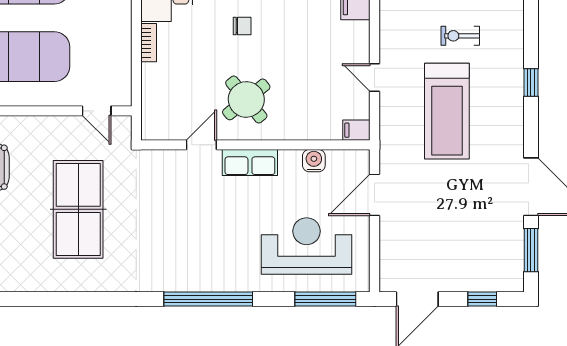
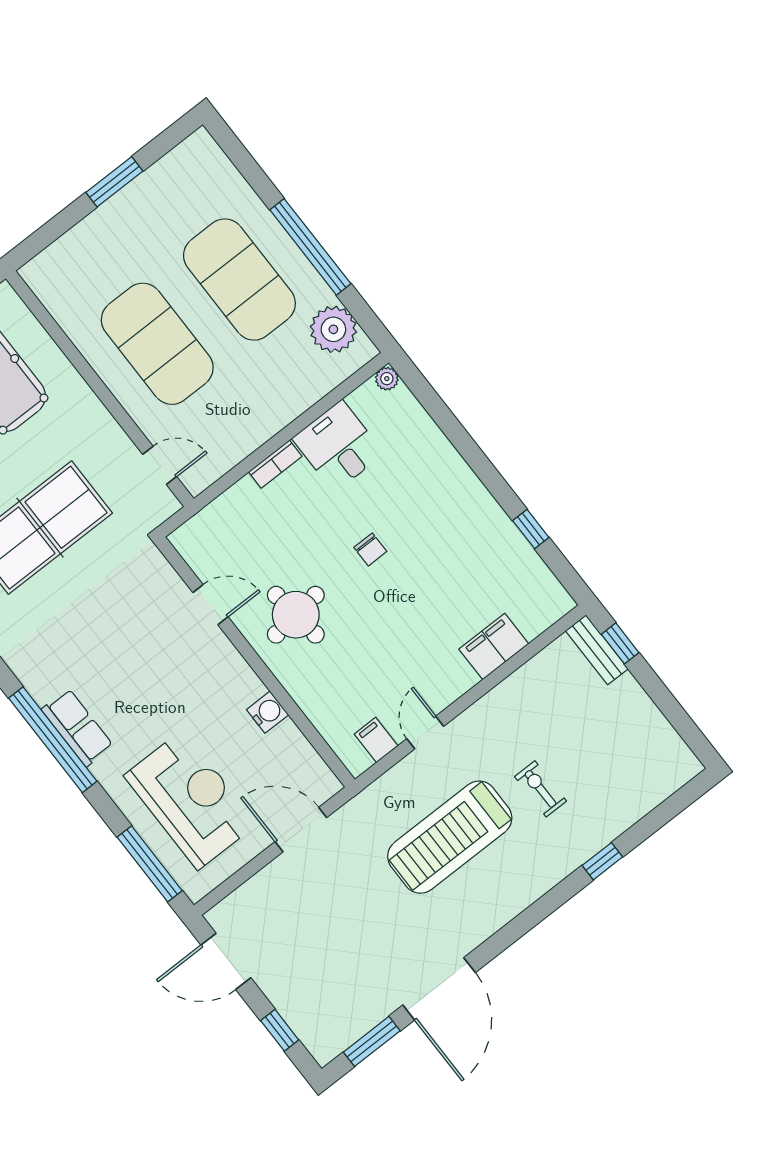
window: (531, 82) -> (602, 861), moved
round table: (246, 99) -> (296, 615), turned 32
door: (97, 111) -> (160, 465), swing flipped
filing cabinet: (356, 130) -> (376, 740), moved
water cooler: (314, 161) -> (268, 712), moved
row of seats: (250, 163) -> (77, 728), moved, turned 180

